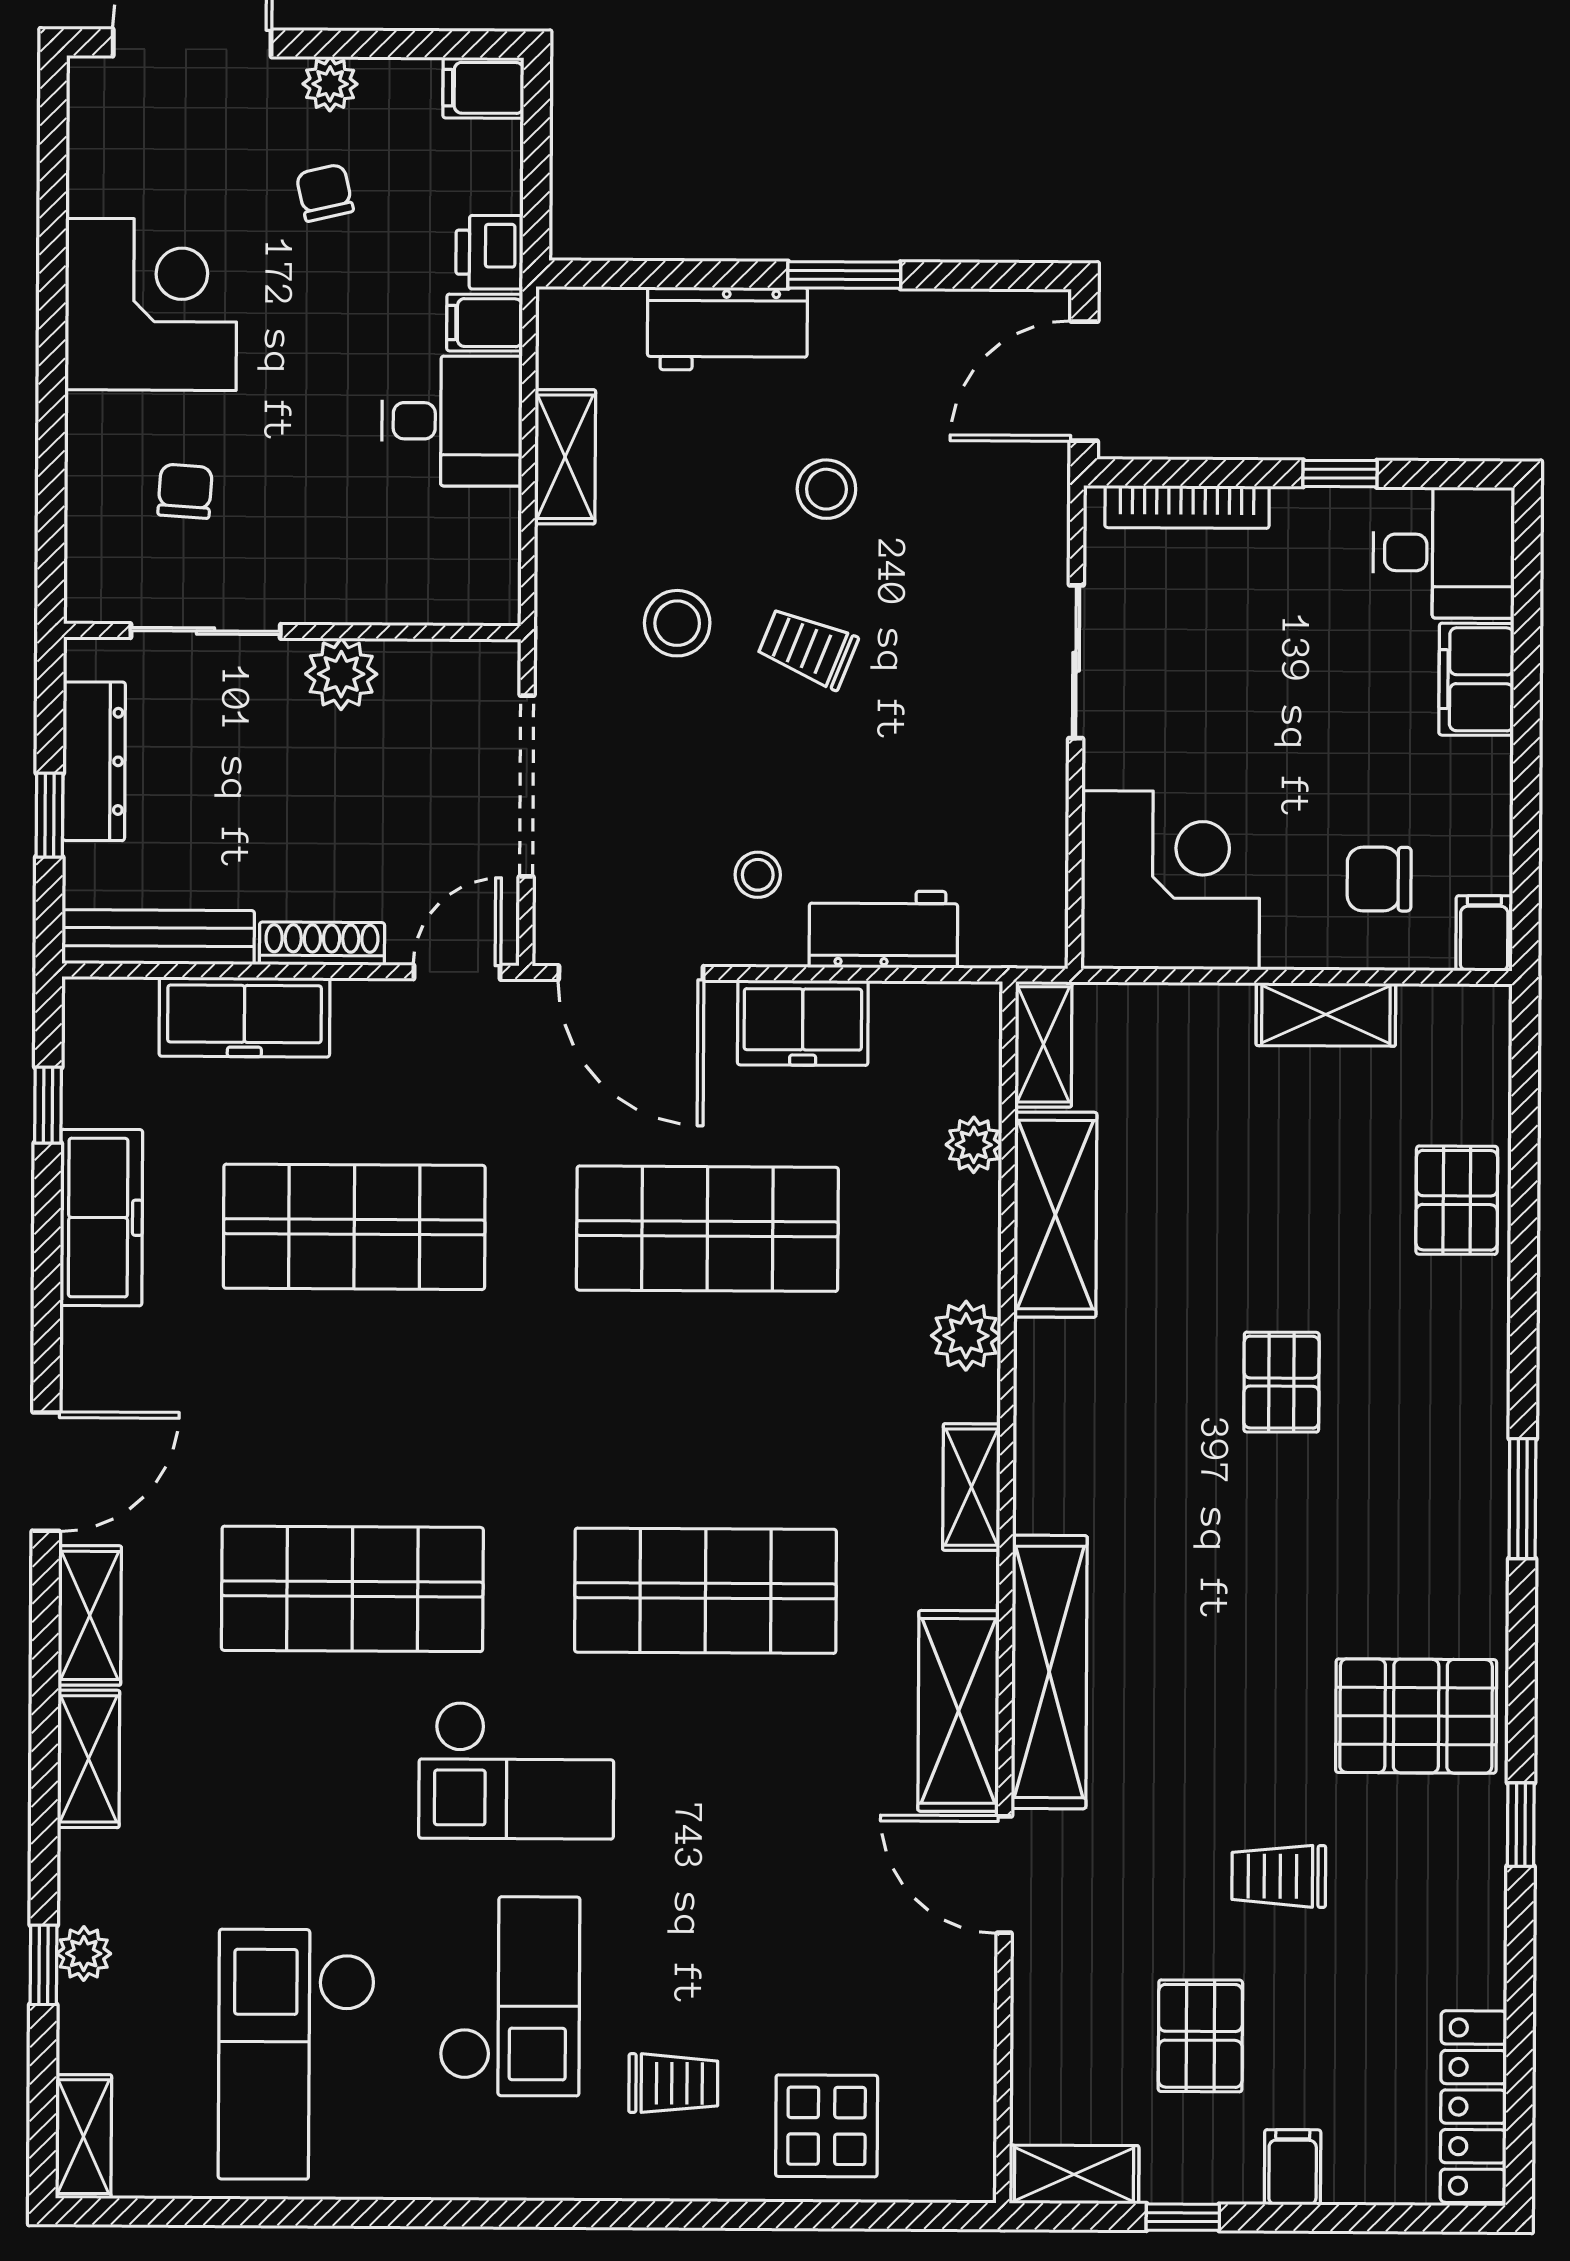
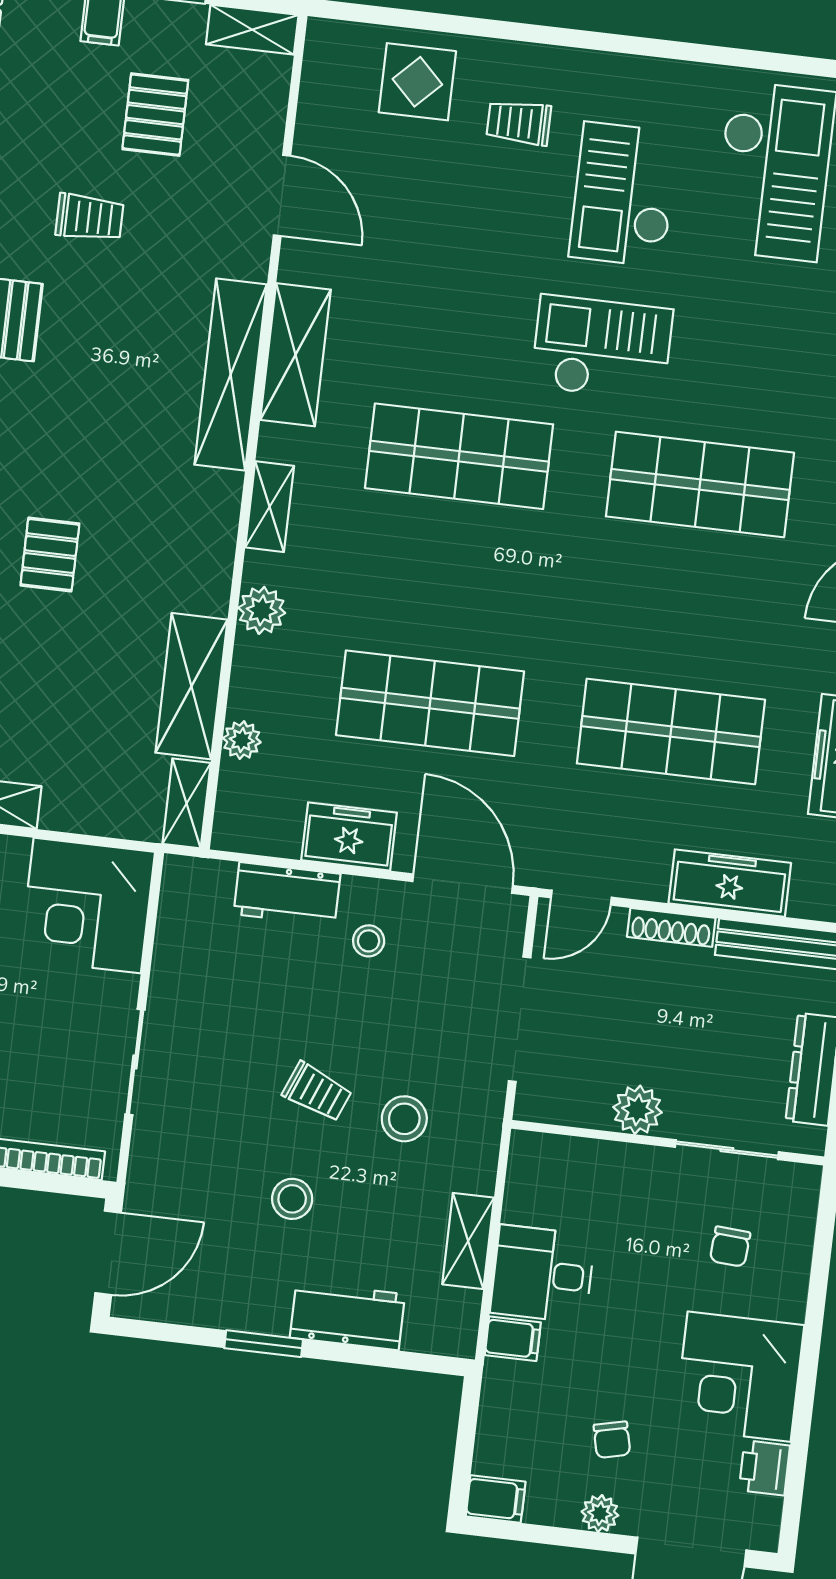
printer: (489, 252) -> (764, 1468), moved, turned 180
door: (1004, 1875) -> (282, 195), moved

